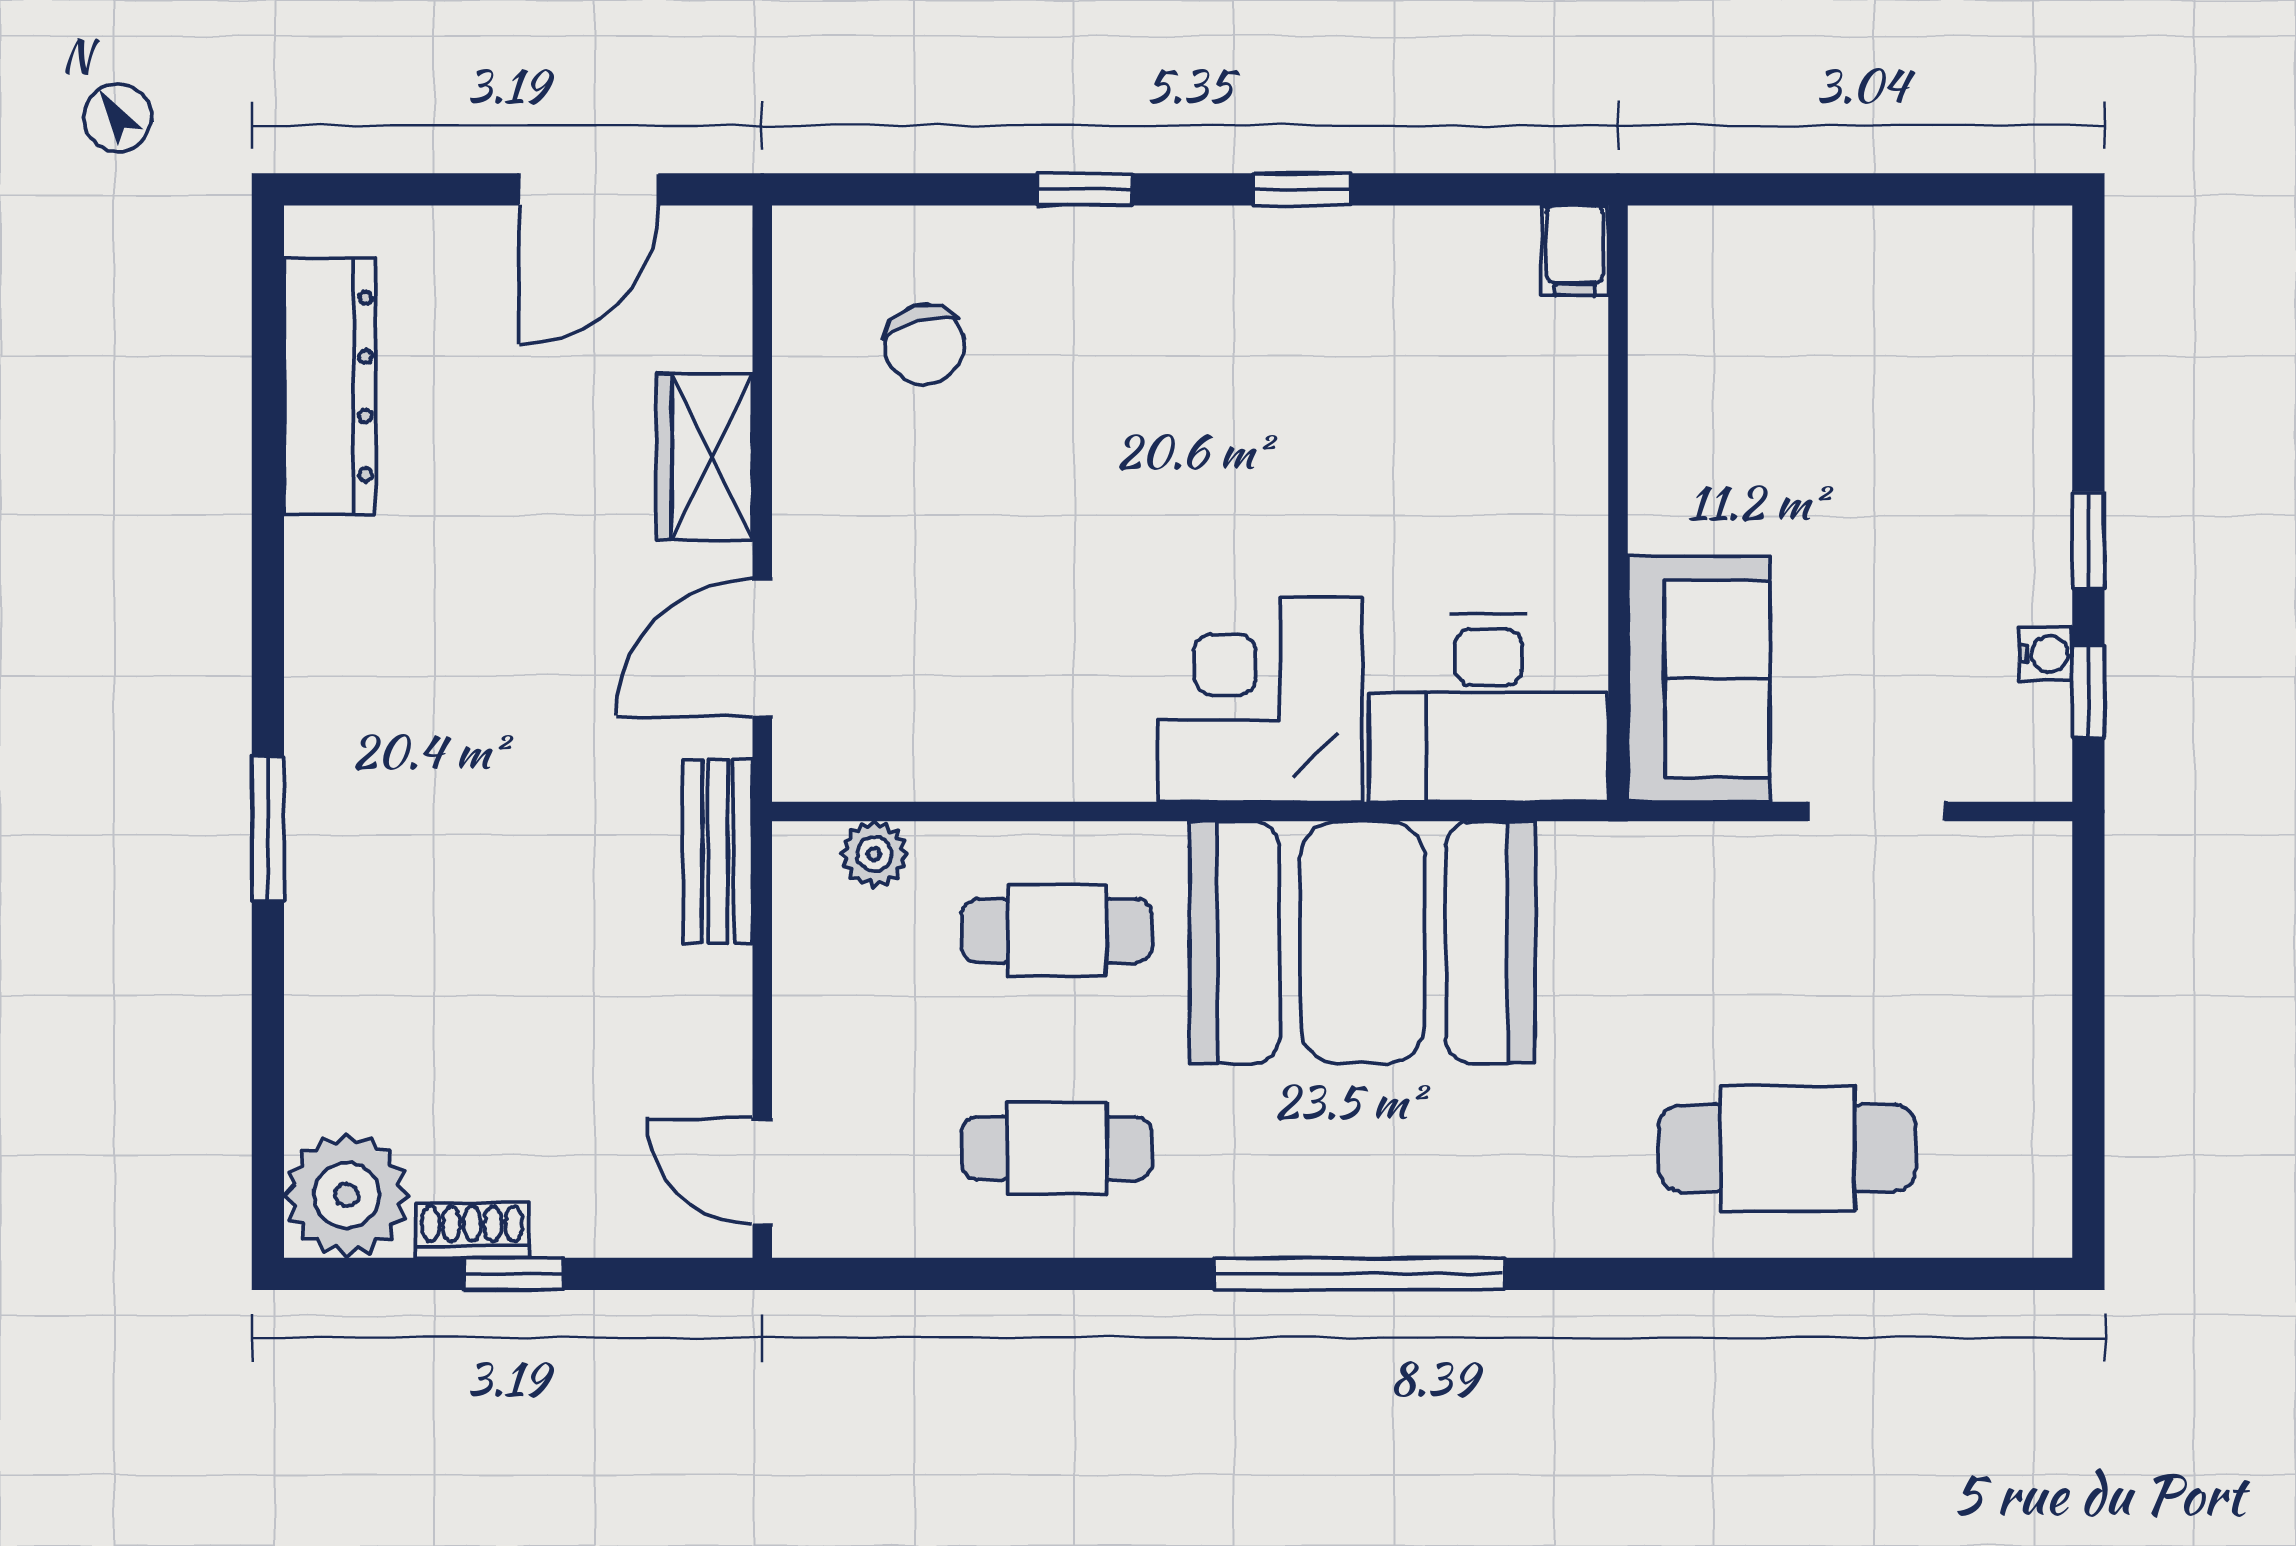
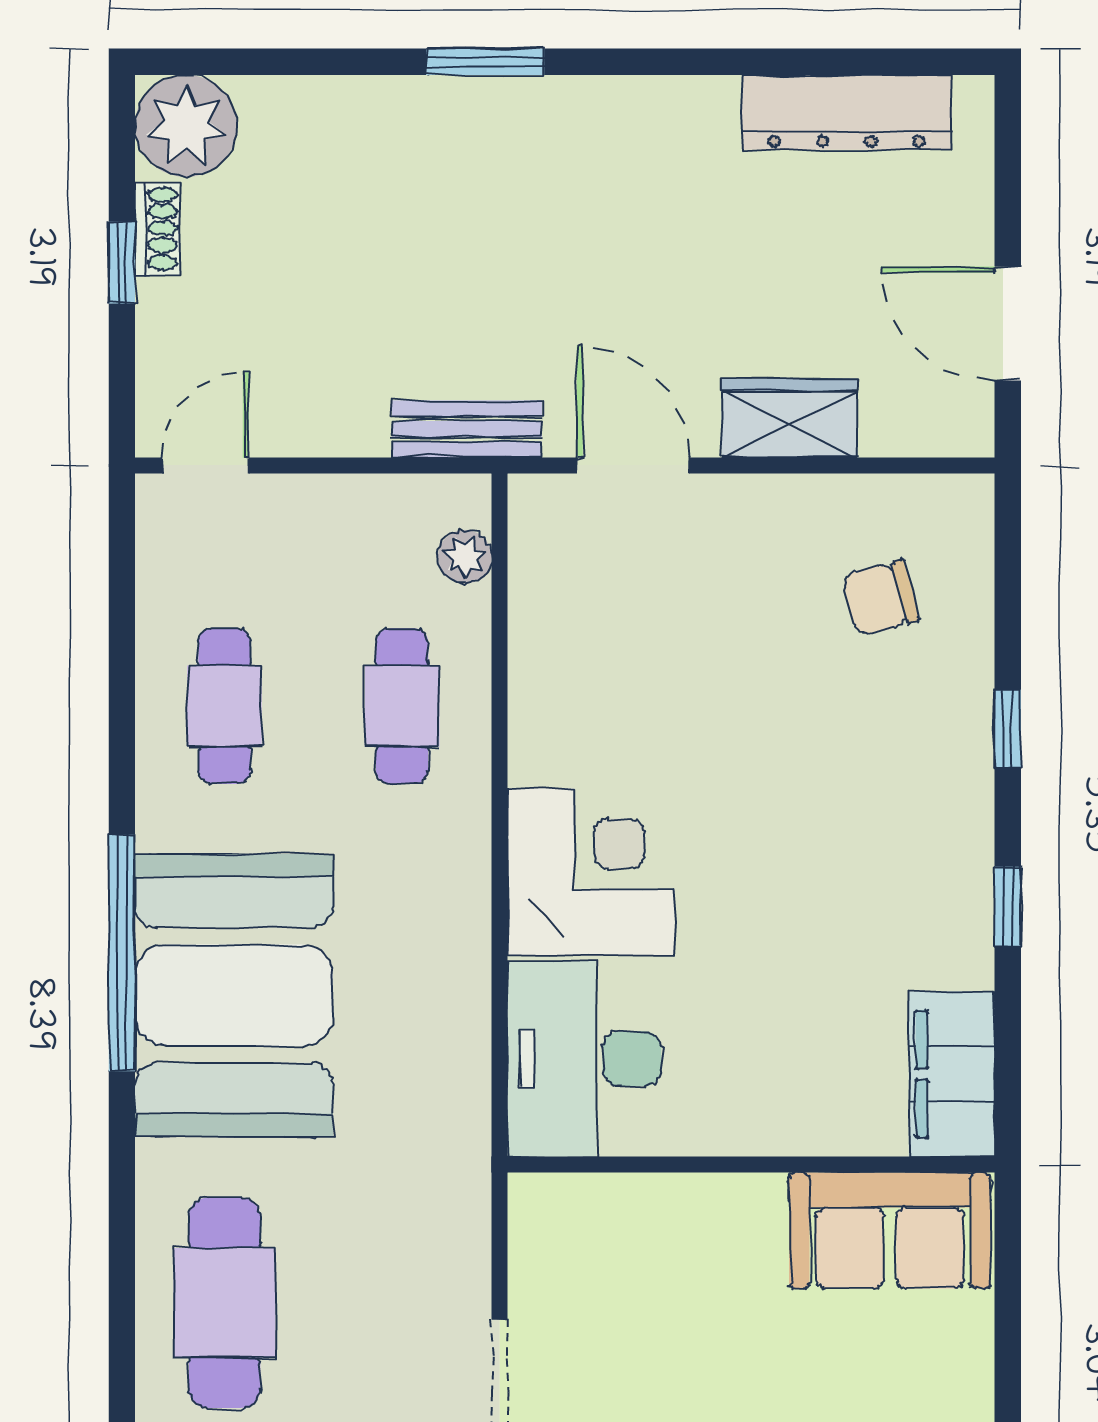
filing cabinet: (1575, 250) -> (952, 1074), width x3.00, depth x1.17
sofa: (1699, 679) -> (890, 1231), moved
booth: (1362, 942) -> (234, 995), moved

